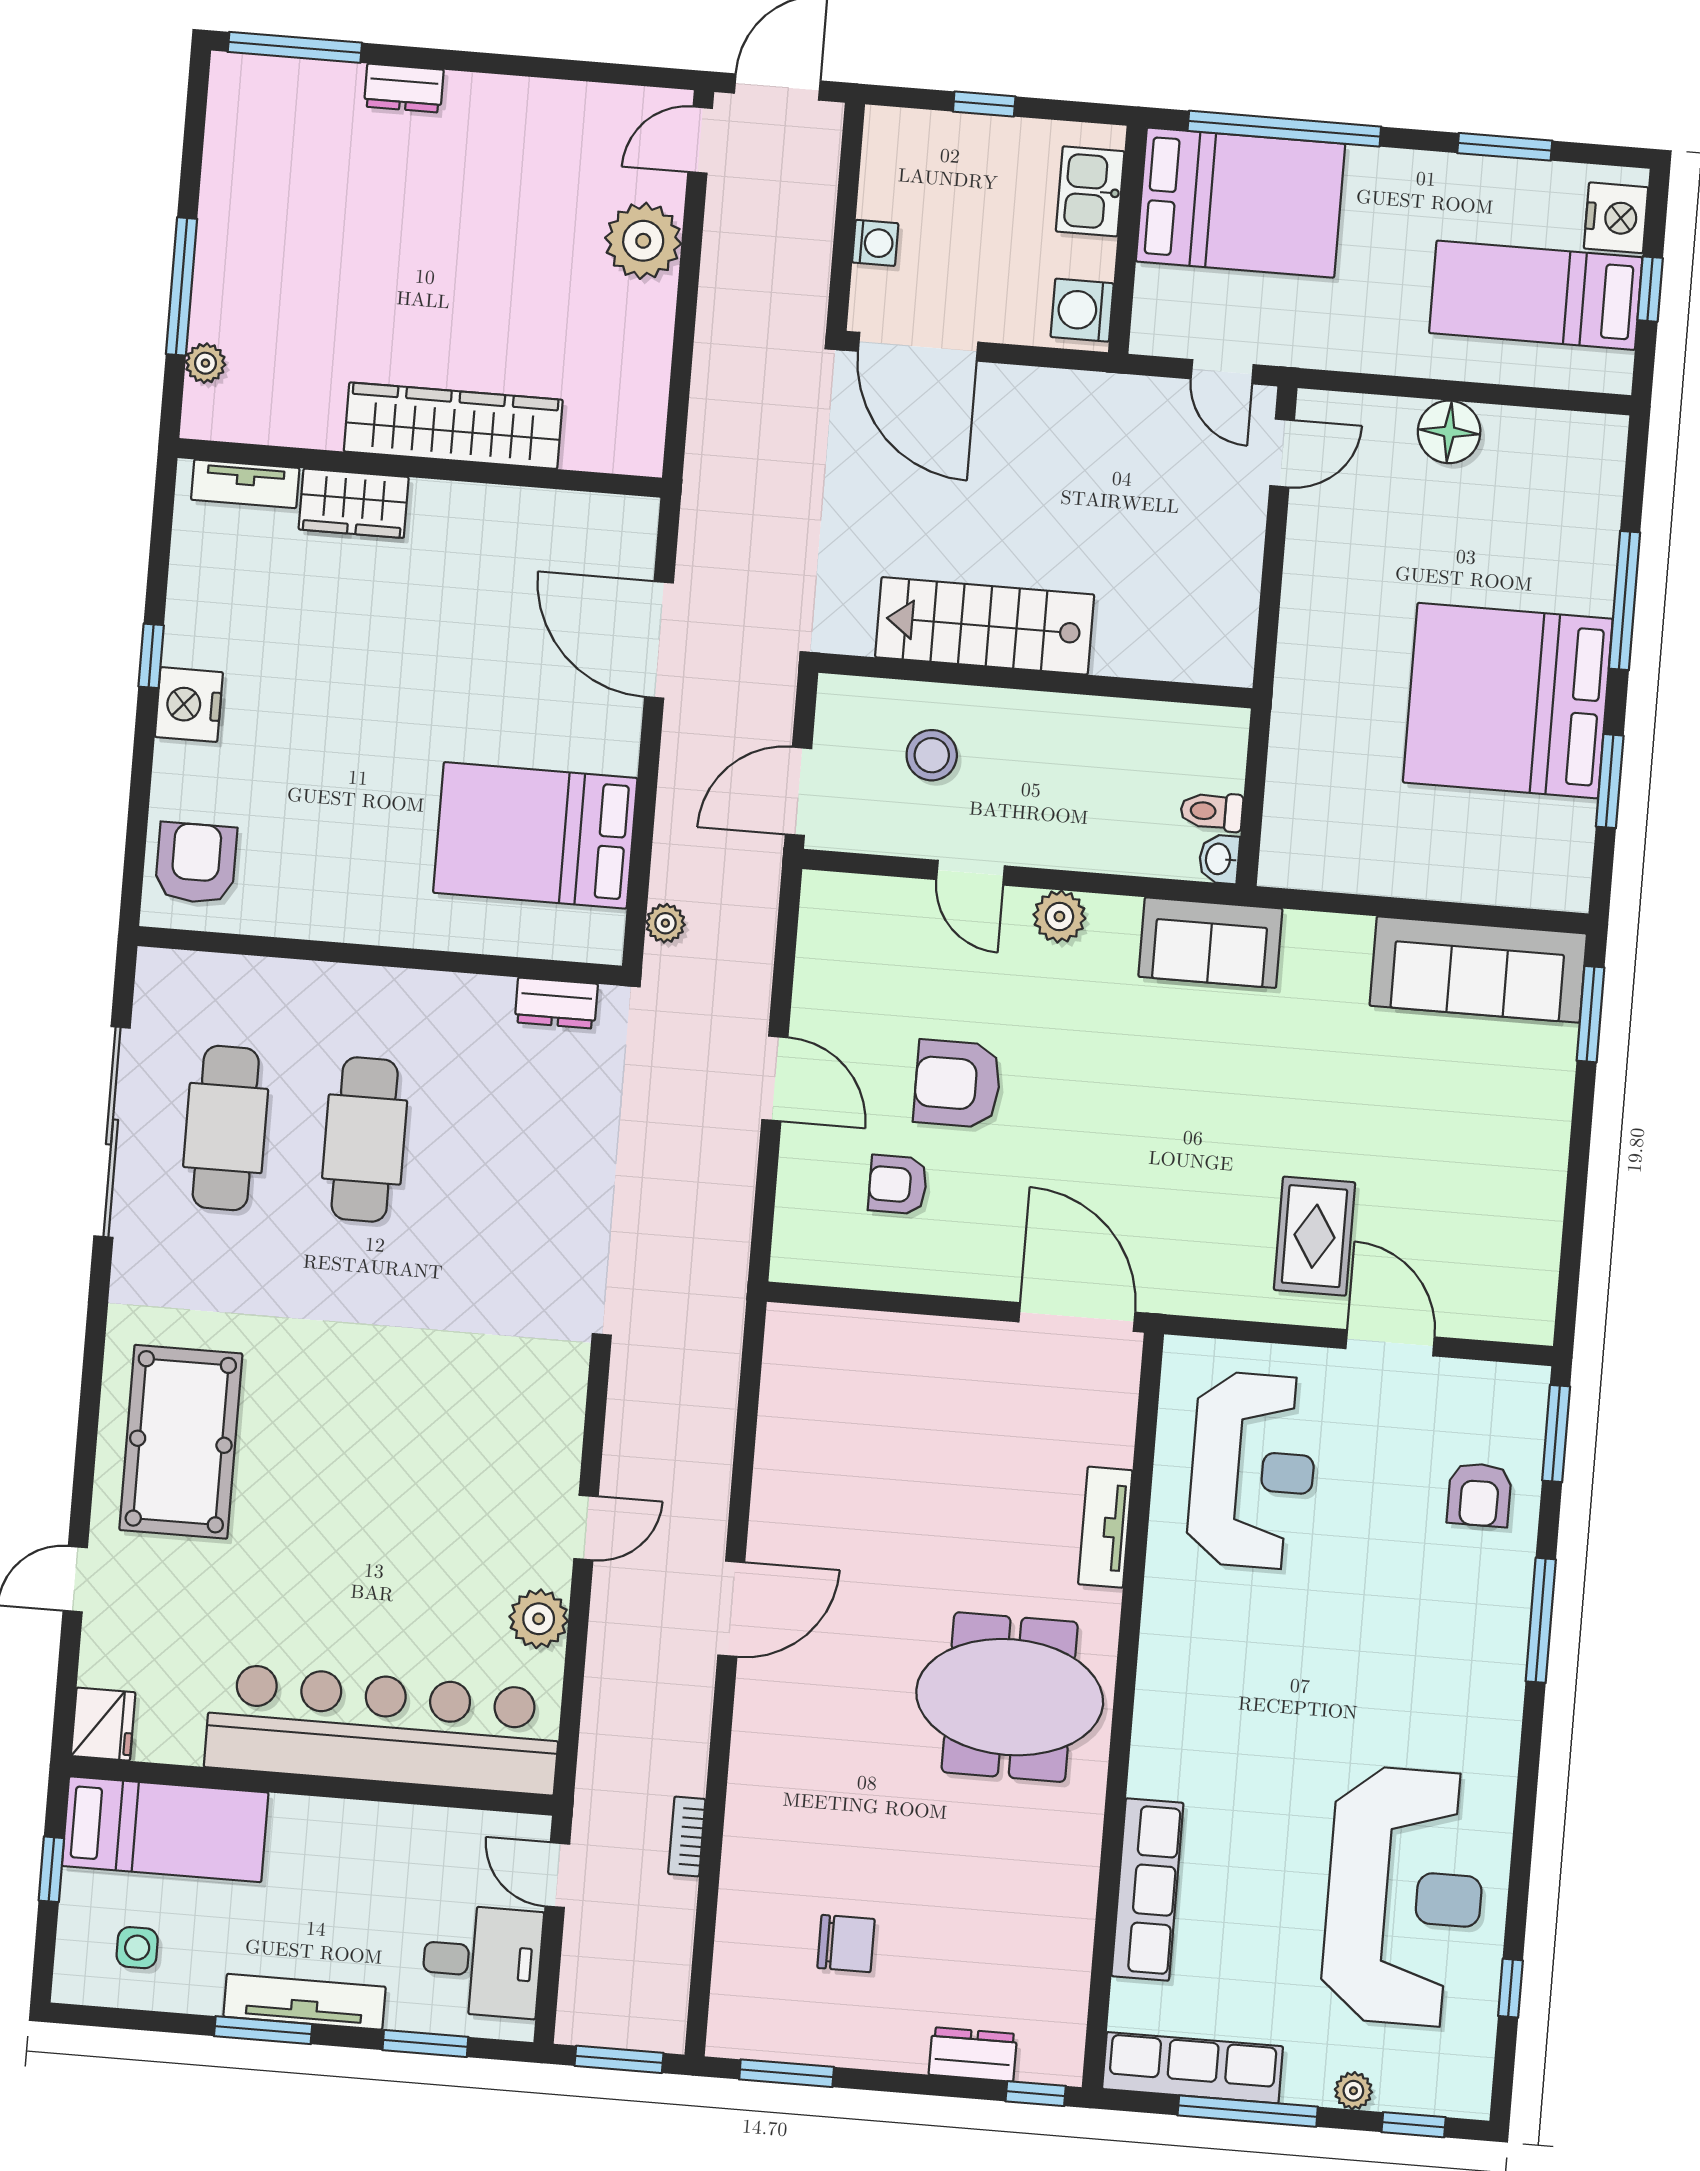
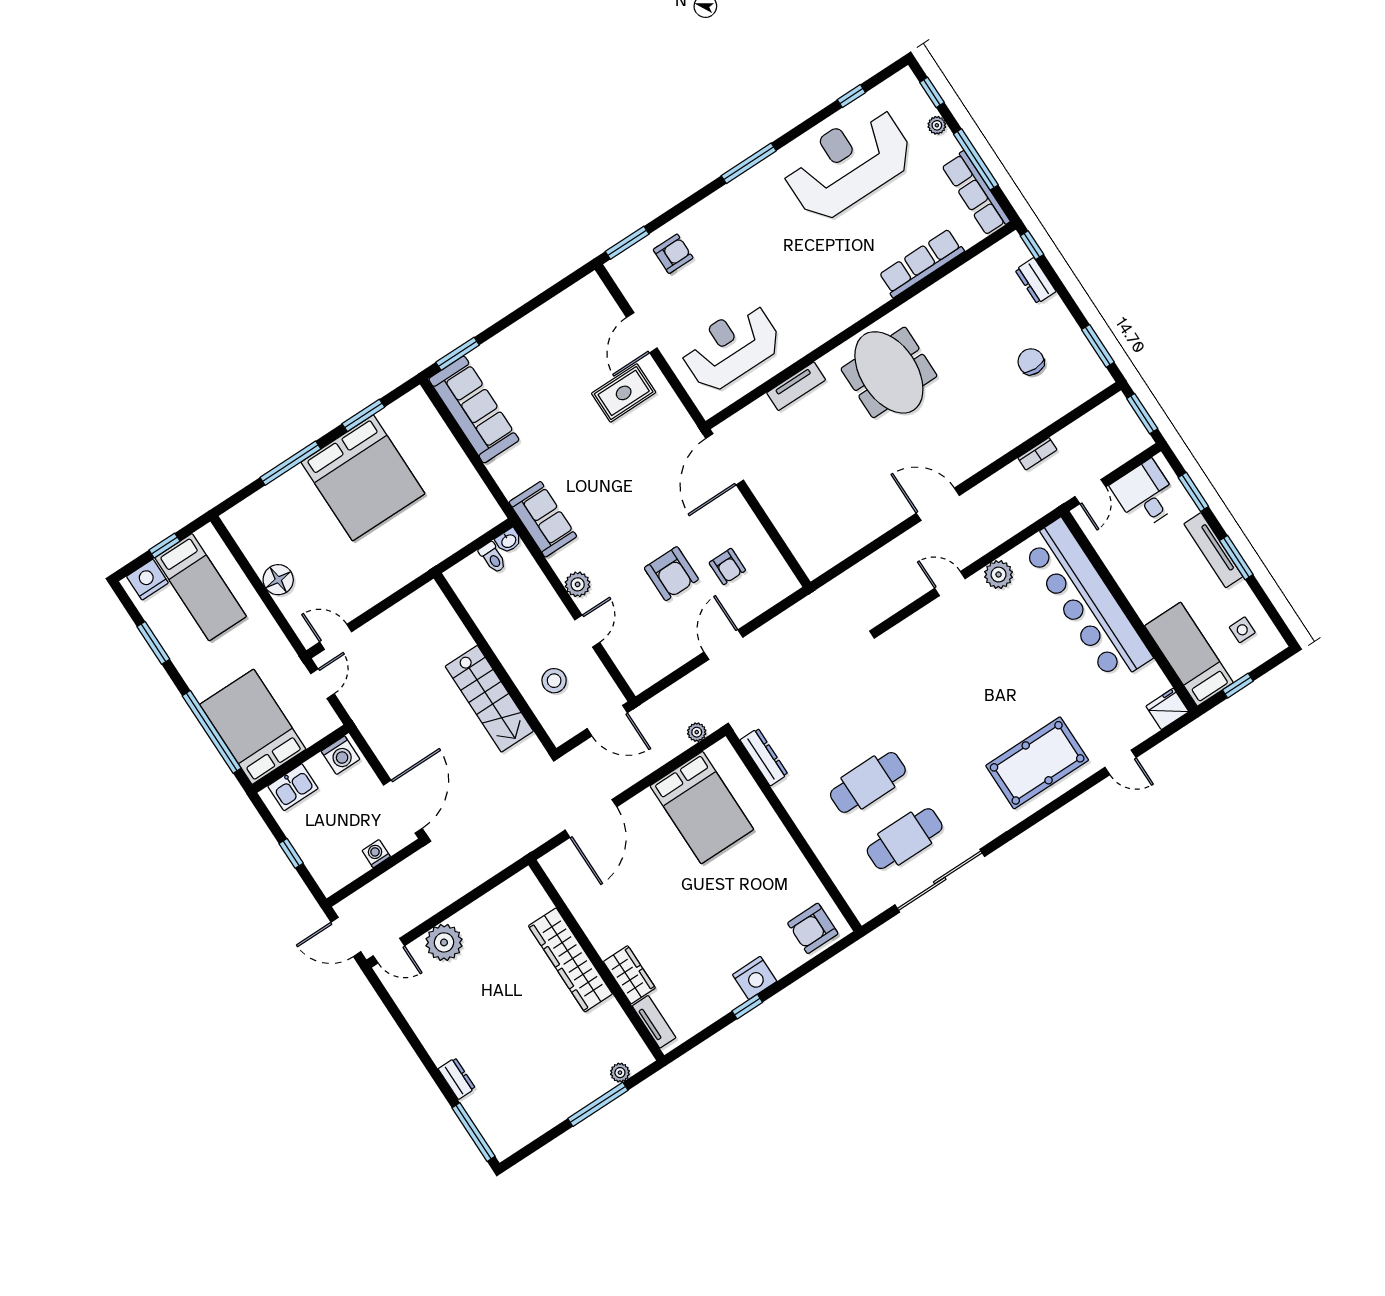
dresser: (556, 1003) -> (764, 757), width x1.44
window: (1541, 1620) -> (749, 163), moved

